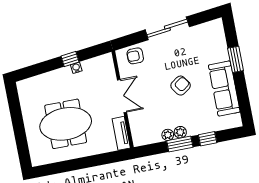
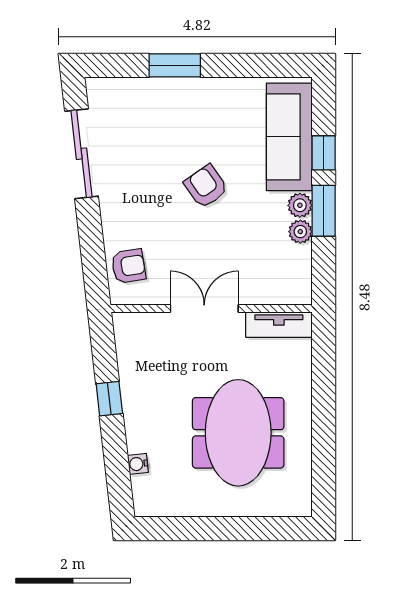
sliding door: (167, 28) -> (82, 154), moved
armchair: (135, 56) -> (129, 266), turned -99
water cooler: (76, 68) -> (138, 464), moved
sofa: (224, 89) -> (289, 137), moved, turned 90

